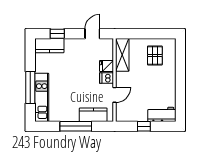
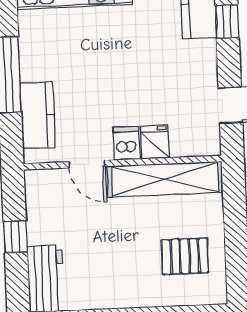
shelving: (122, 55) -> (165, 179), width x1.47

